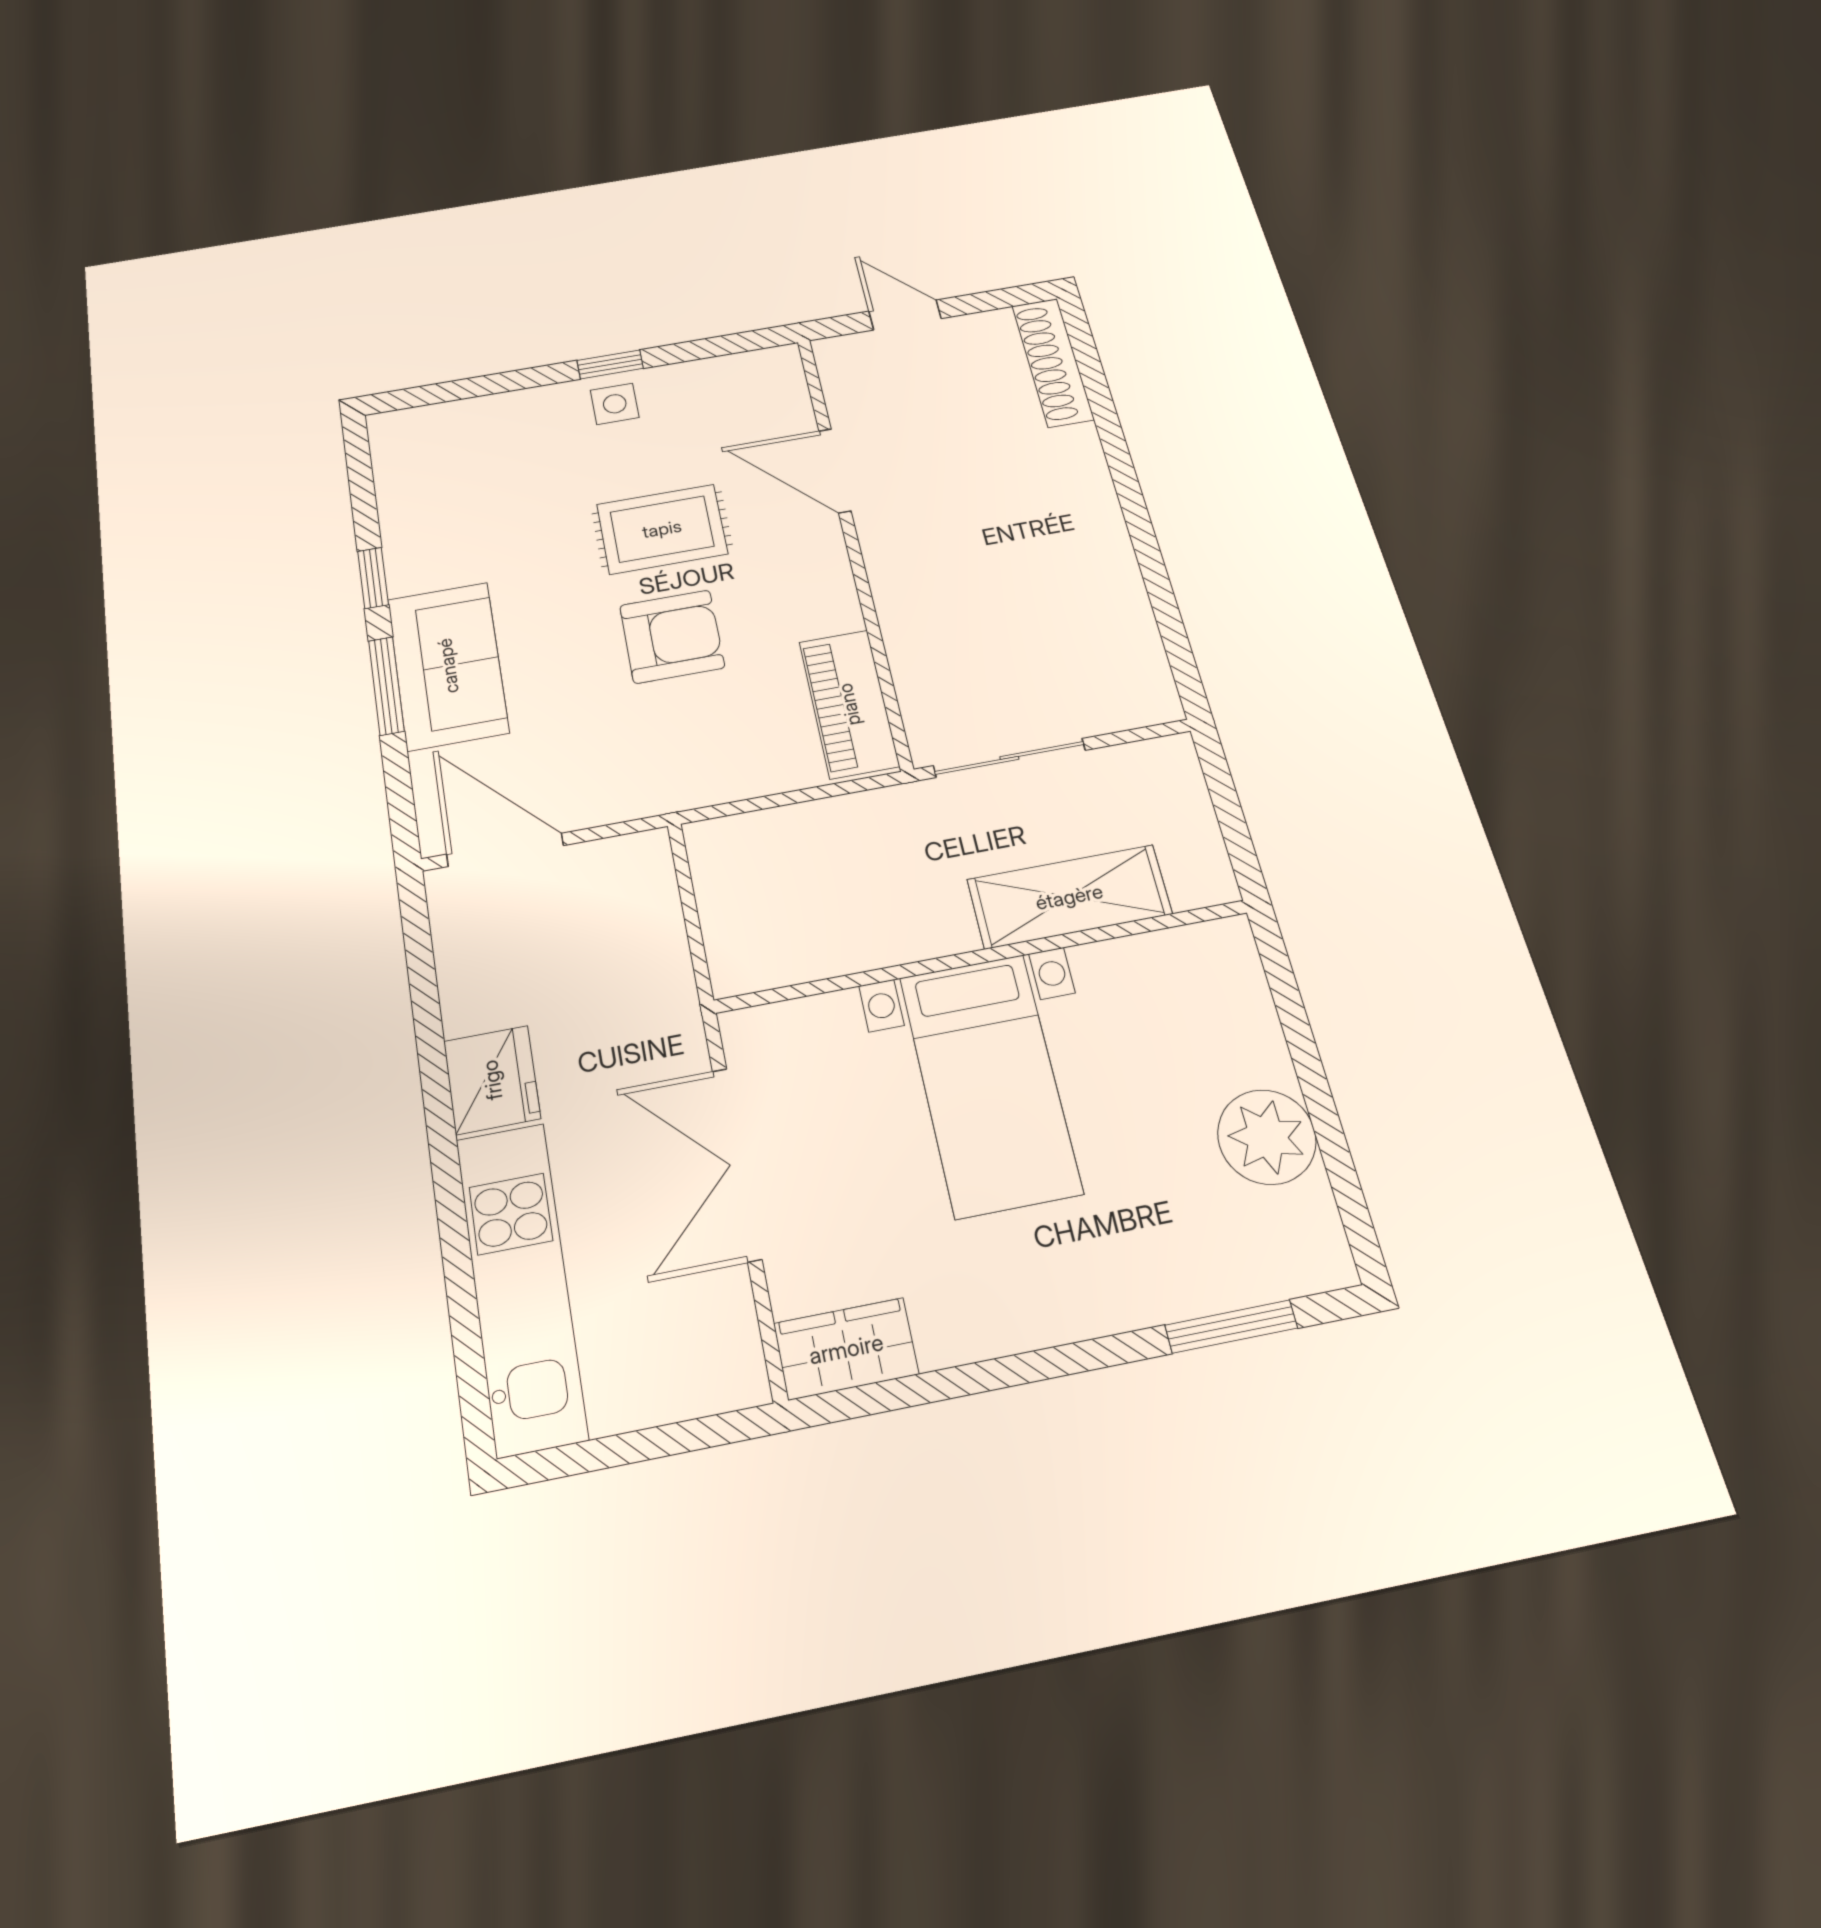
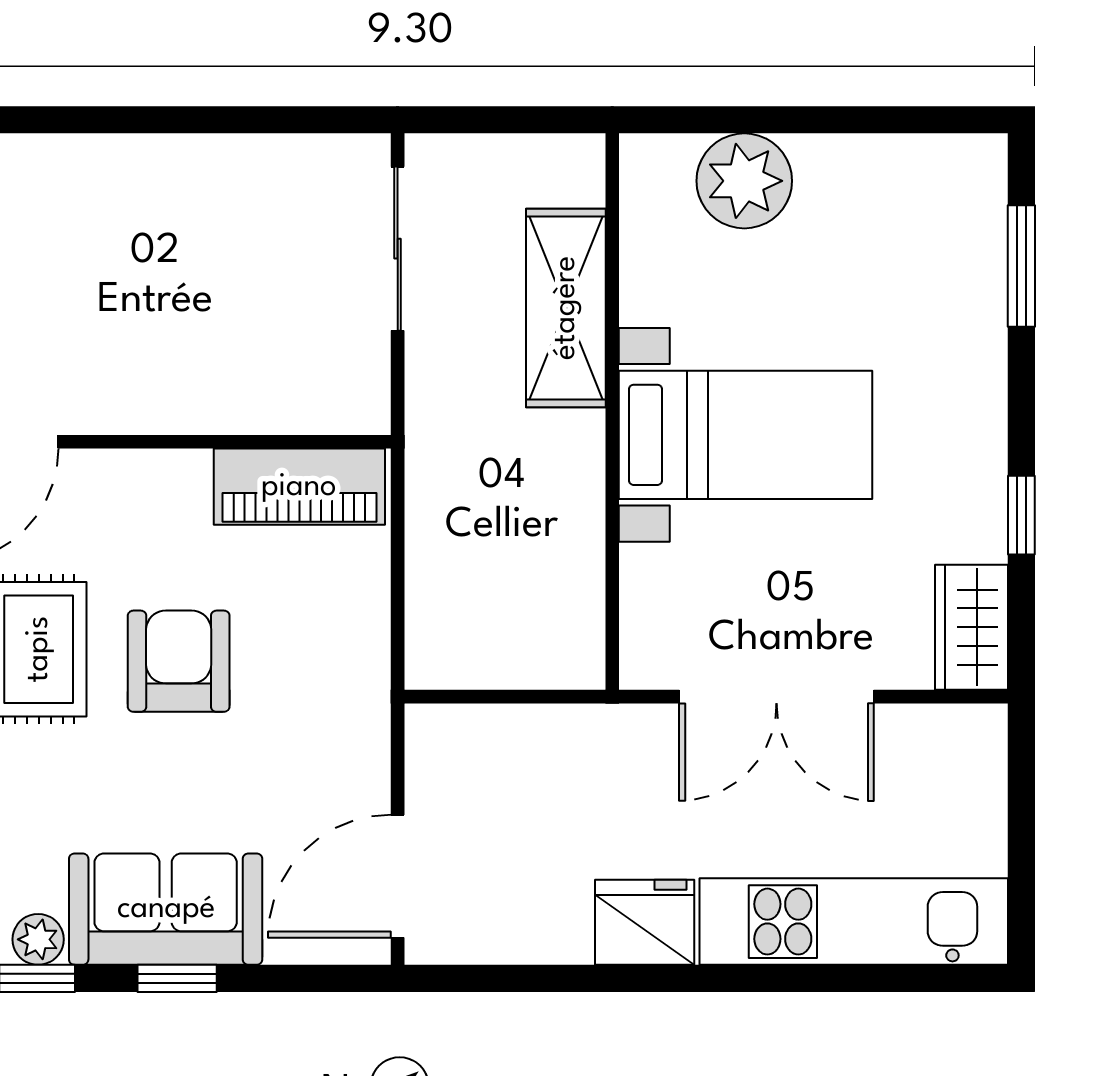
plant: (408, 573) -> (38, 939), added
window: (386, 686) -> (177, 978), width x0.67
sliding door: (1009, 758) -> (398, 249), moved
plant: (1267, 1137) -> (744, 181), moved
window: (974, 1378) -> (1021, 515), added

